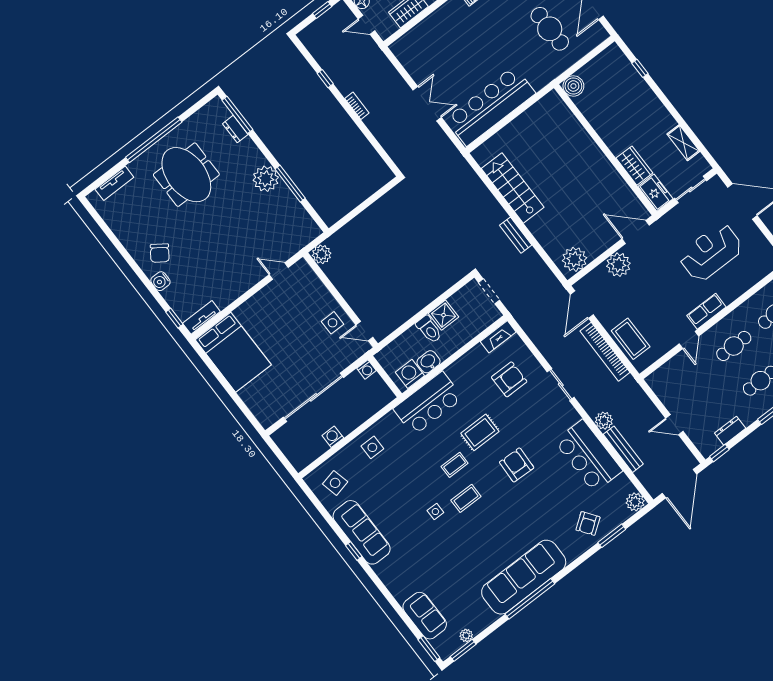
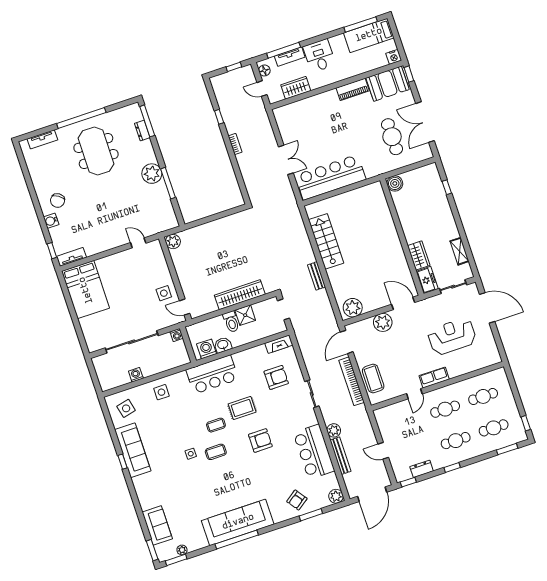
wardrobe: (428, 292) -> (240, 295), added
armchair: (517, 465) -> (260, 440), turned 88

